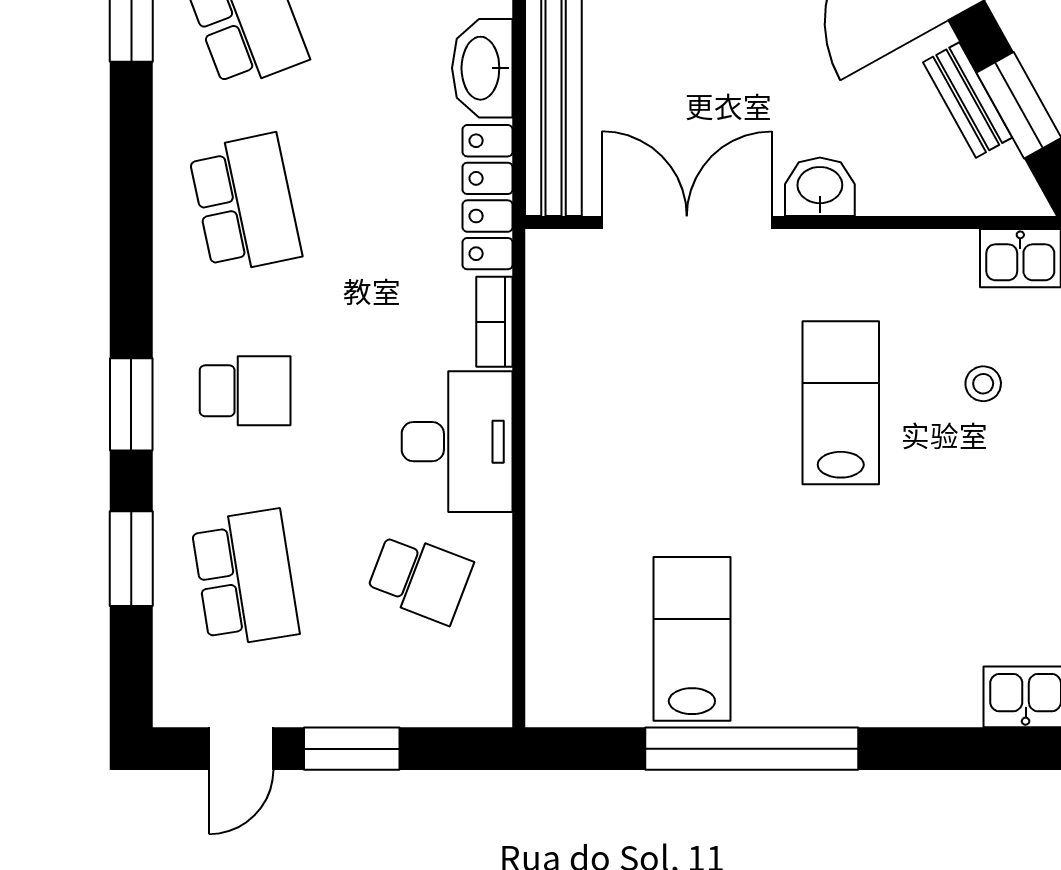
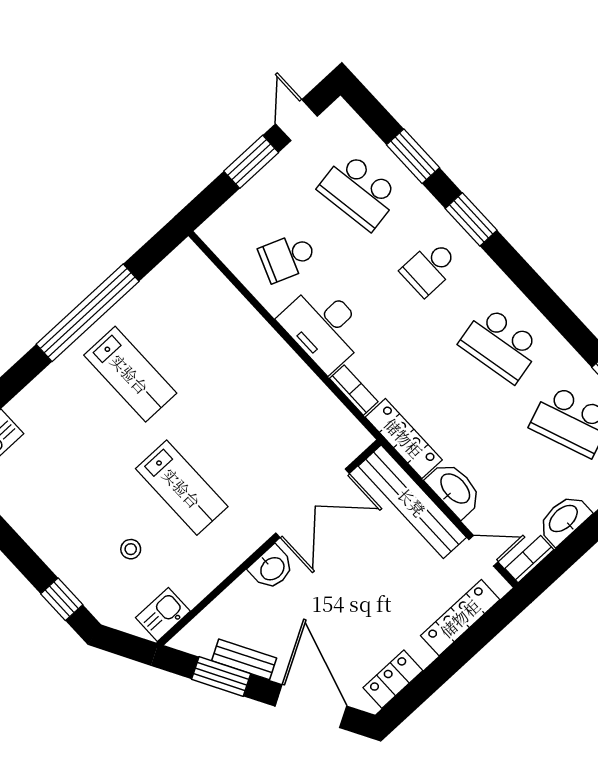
lab bench: (692, 639) -> (130, 374), moved

